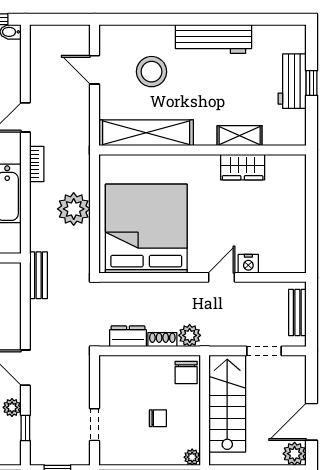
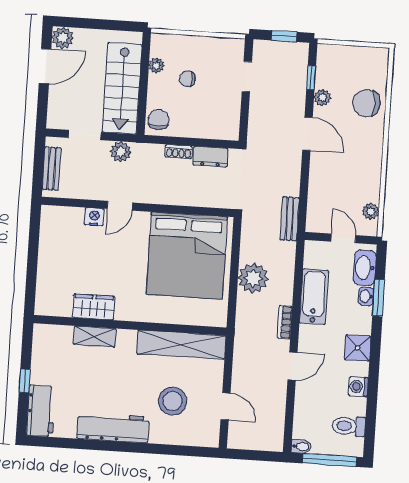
workbench: (292, 81) -> (41, 411), moved
plant: (190, 335) -> (121, 152), moved
plant: (192, 457) -> (156, 65), moved

